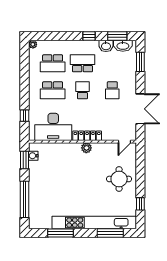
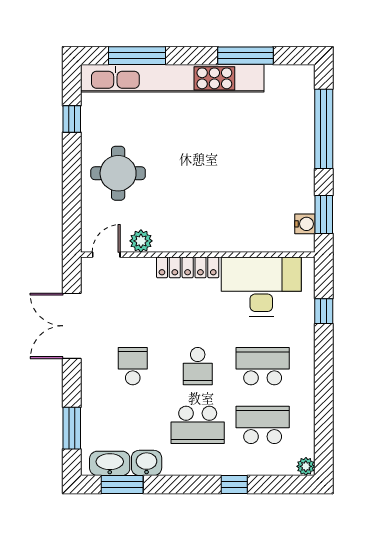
window: (89, 36) -> (234, 484), moved
plant: (86, 148) -> (141, 241), moved

